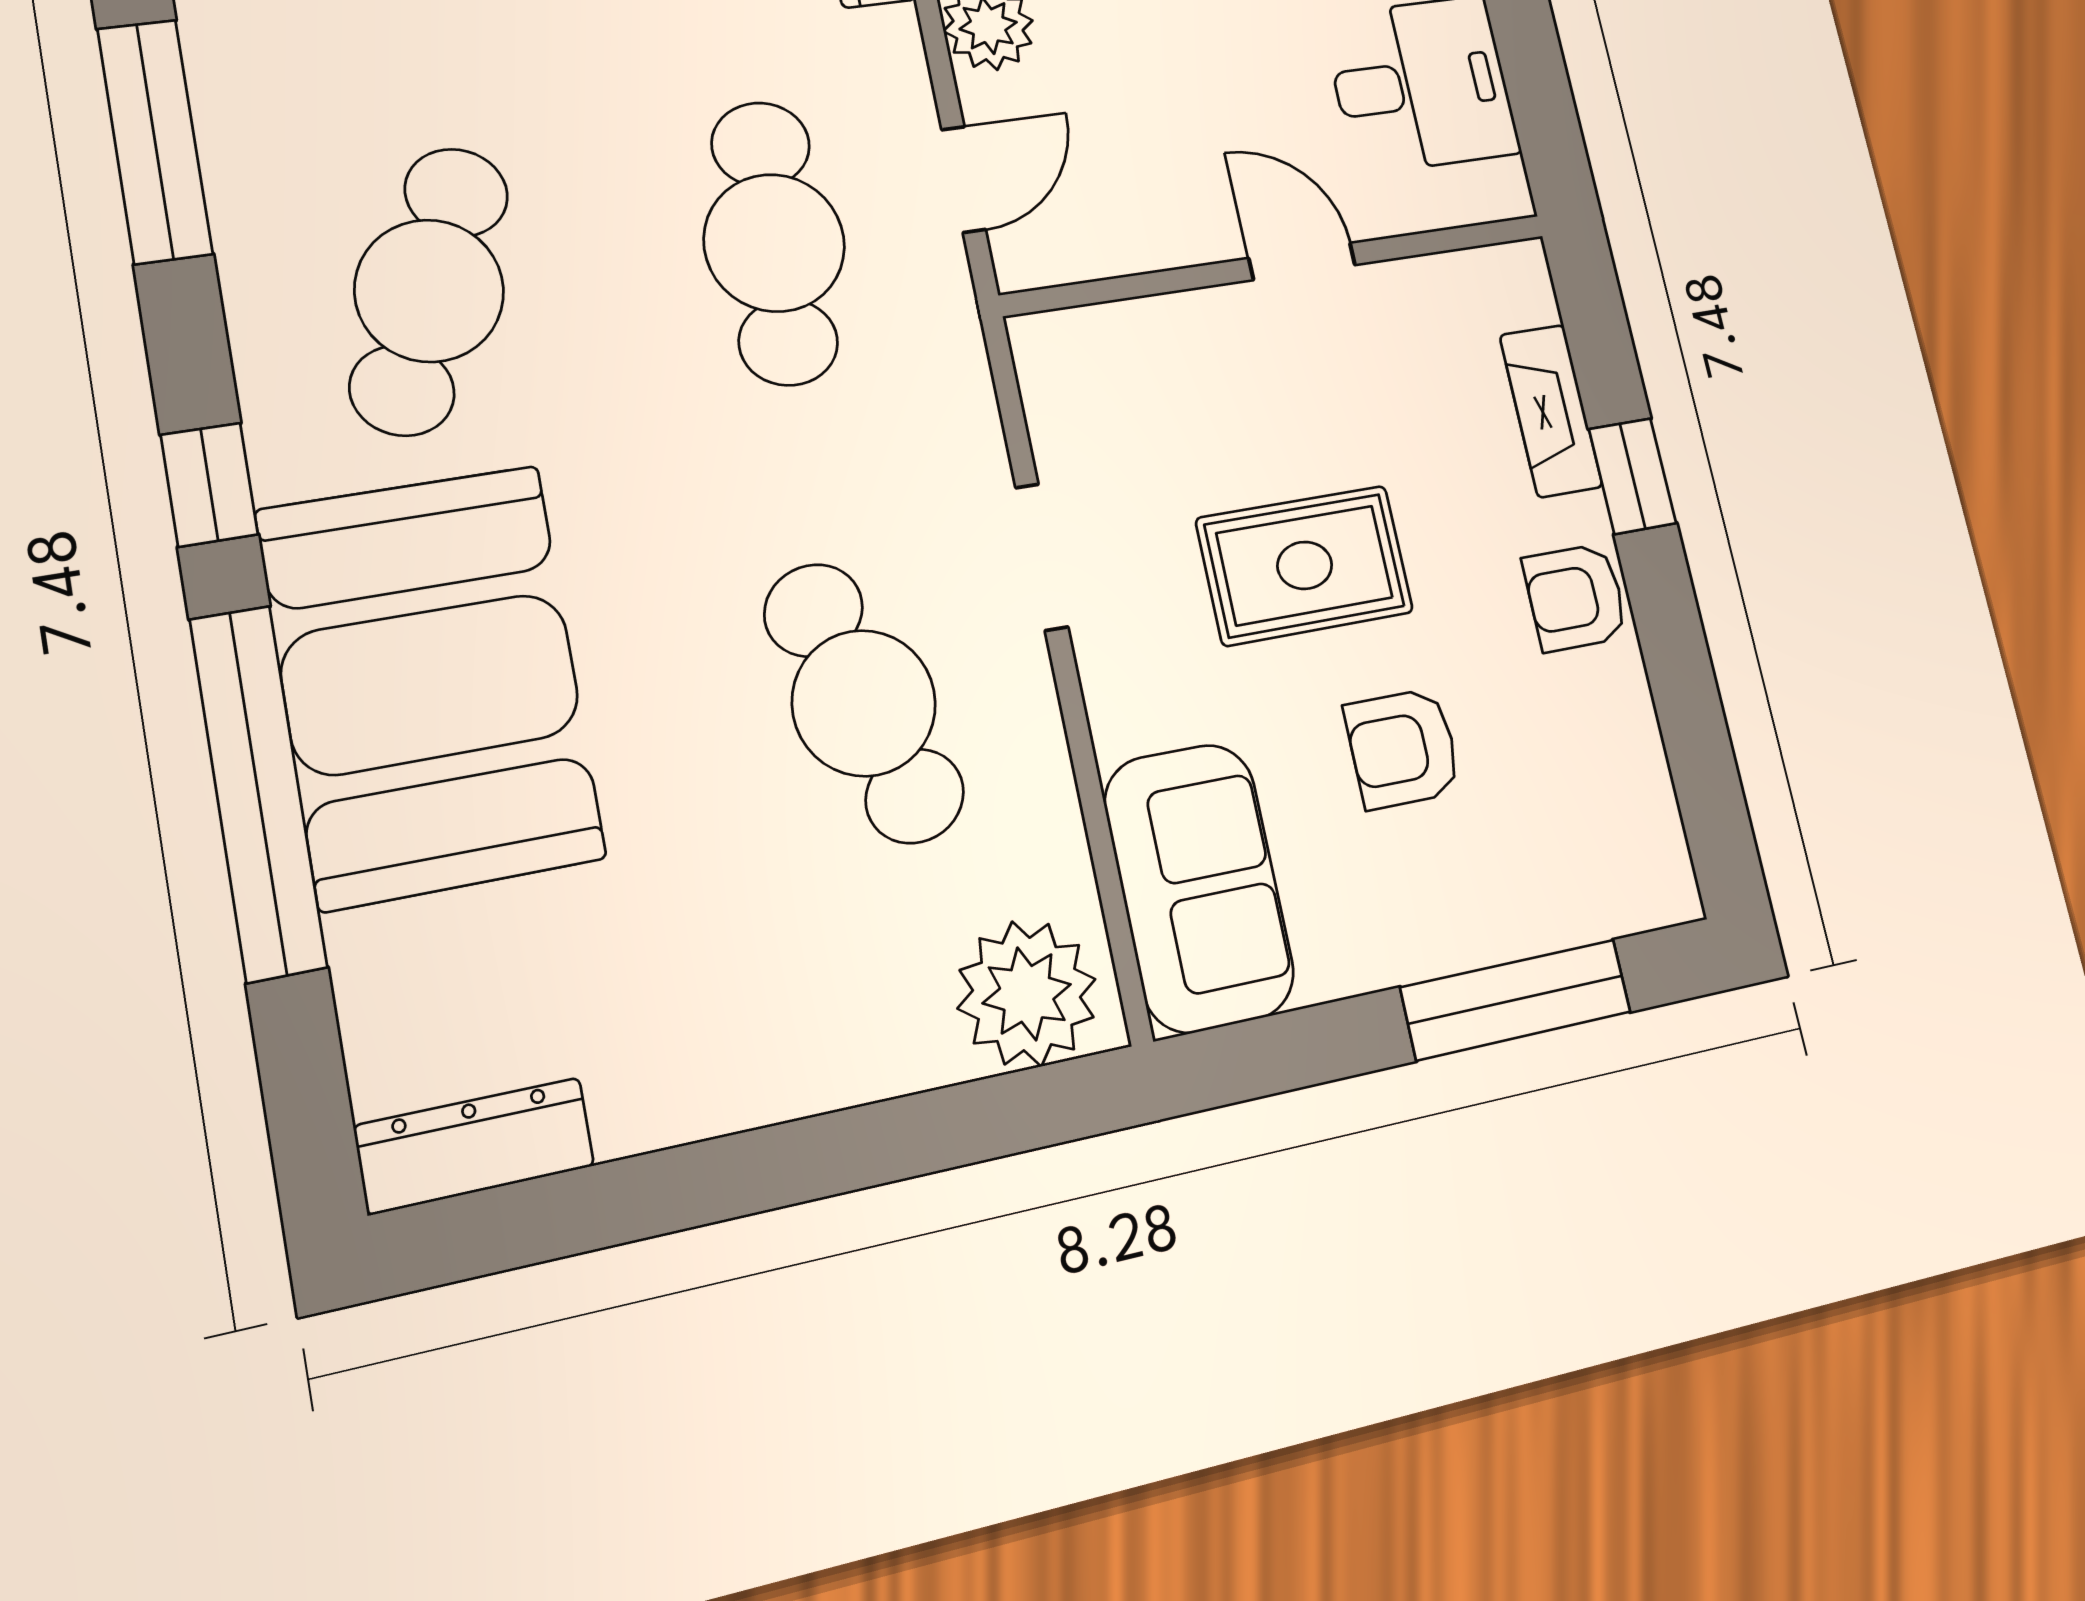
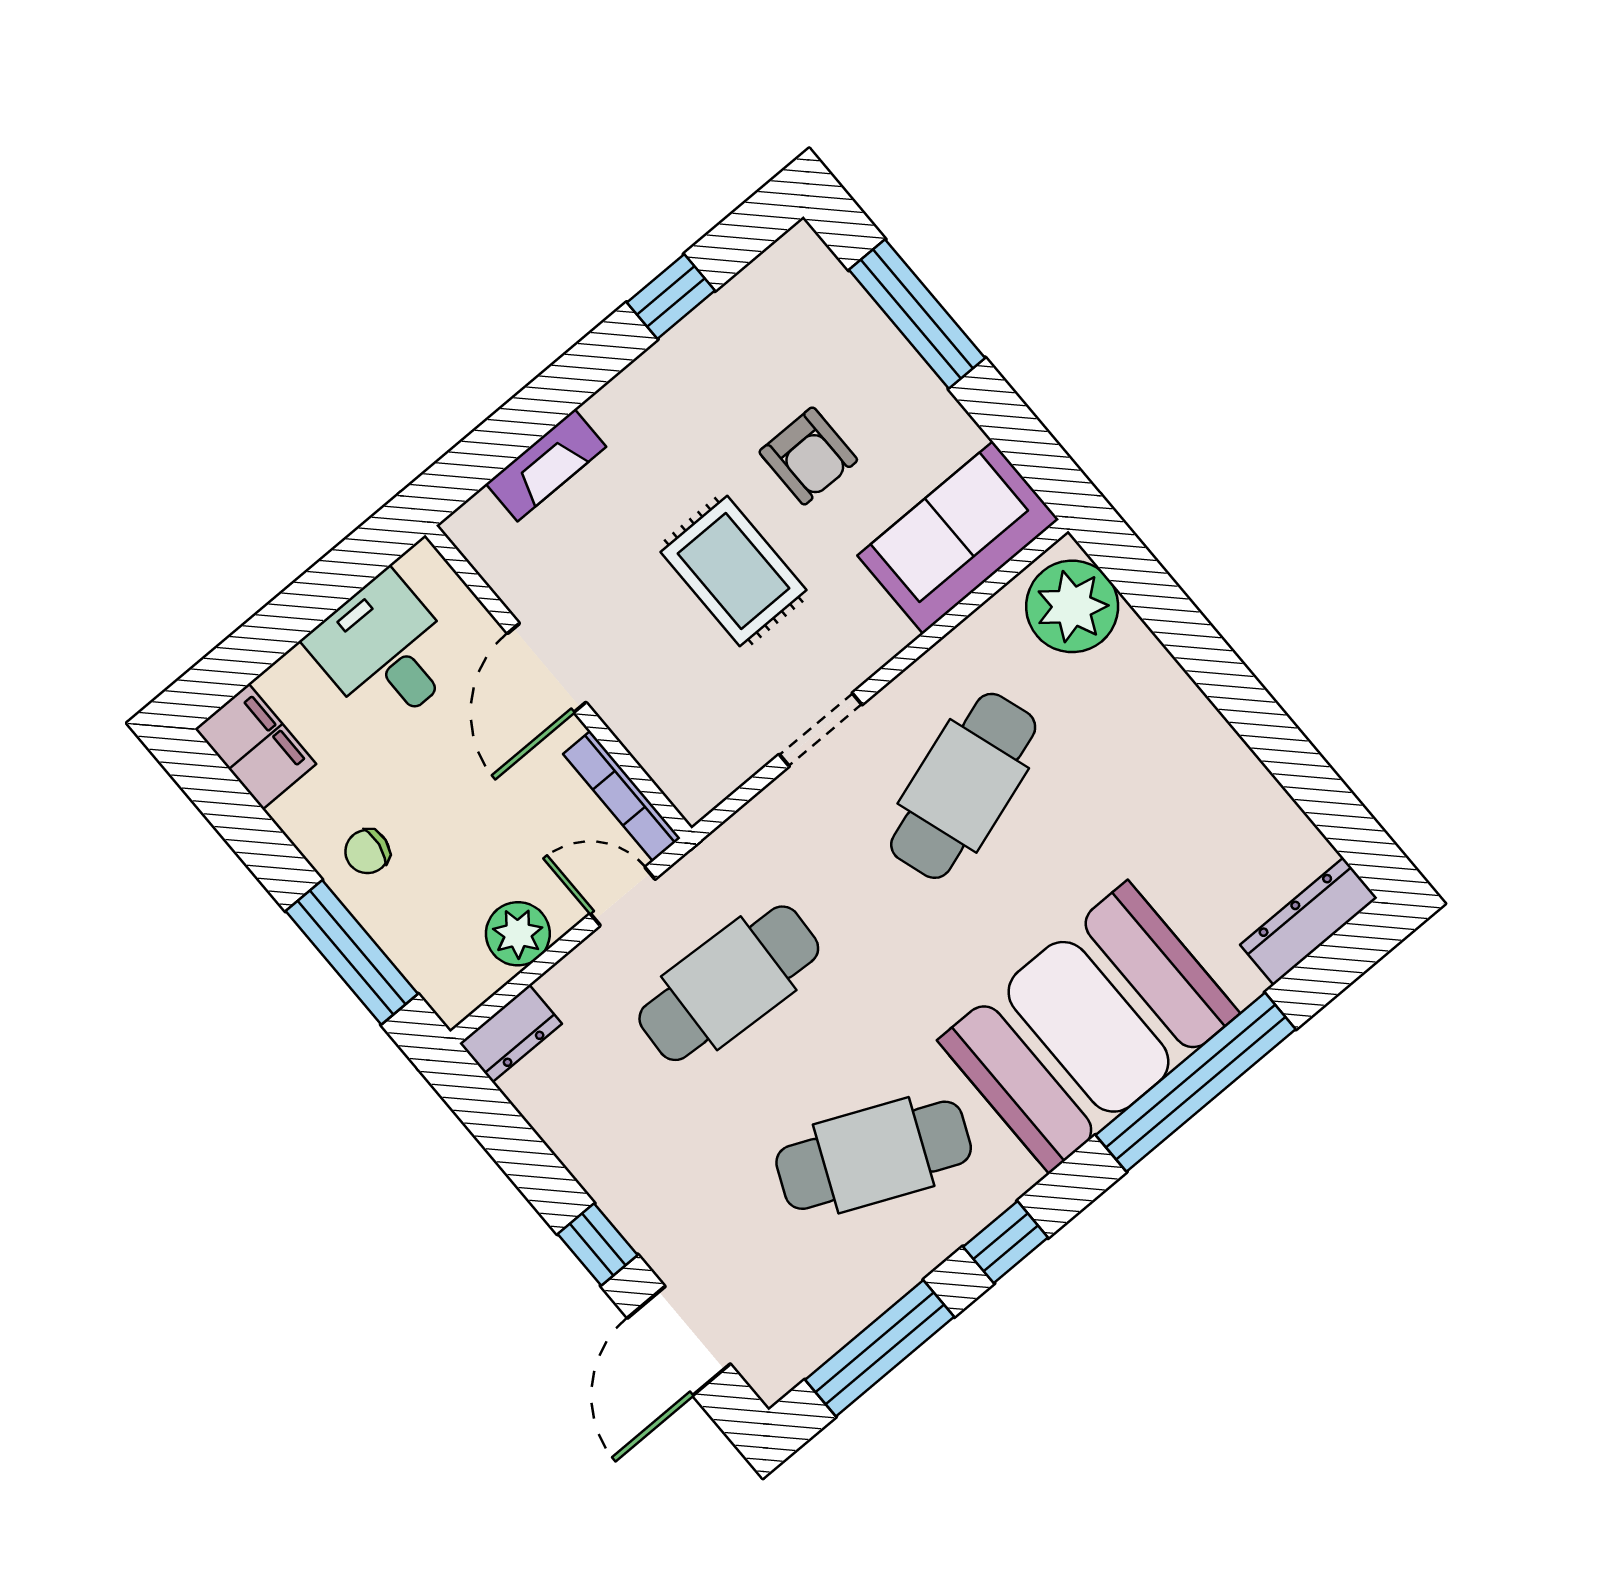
bookcase: (1092, 255) -> (622, 796), added
door: (1302, 261) -> (547, 668), width x1.38
window: (1632, 476) -> (671, 297), moved
window: (209, 485) -> (1006, 1242), moved
armchair: (1575, 597) -> (654, 393), removed
dresser: (475, 1146) -> (1309, 921), moved, turned 90

